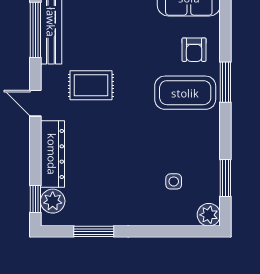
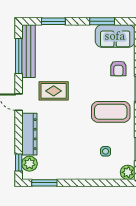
coffee table: (185, 93) -> (111, 112), moved
window: (94, 231) -> (44, 183), moved

